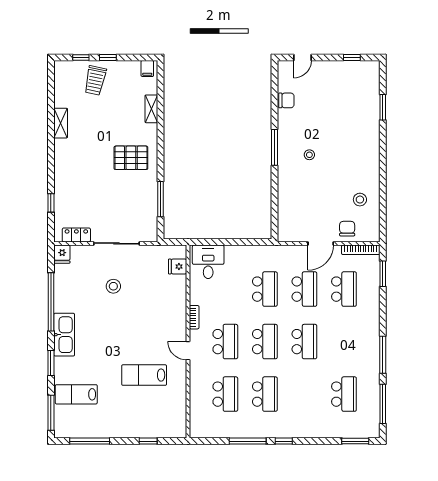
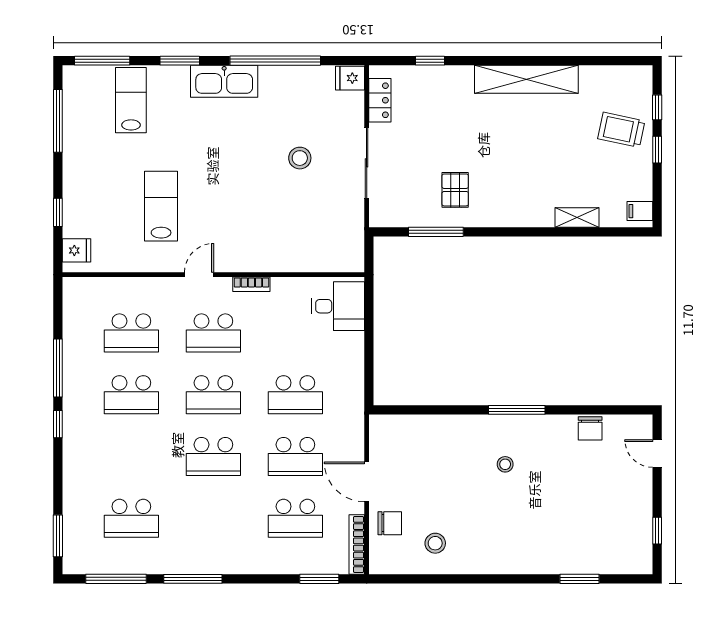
shelving: (61, 123) -> (526, 79), width x2.20, depth x1.33
pallet: (131, 158) -> (455, 190), moved, width x0.67, depth x0.71
fridge: (178, 266) -> (77, 250), moved, turned 90

